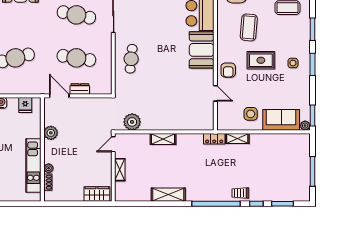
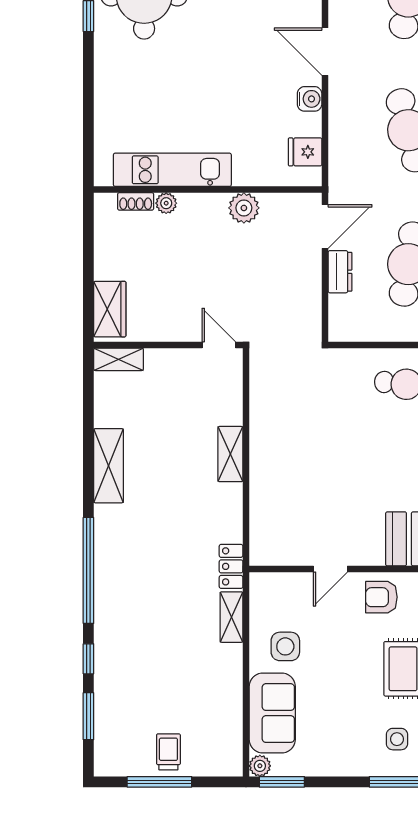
plant: (132, 122) -> (268, 386), removed
shelving: (120, 170) -> (119, 359), moved
trolley: (240, 193) -> (168, 752), moved

